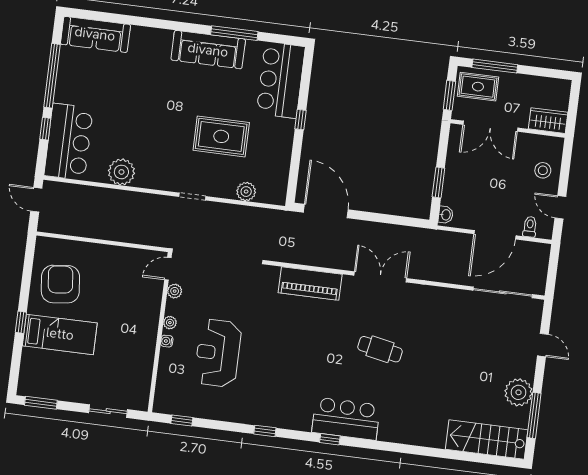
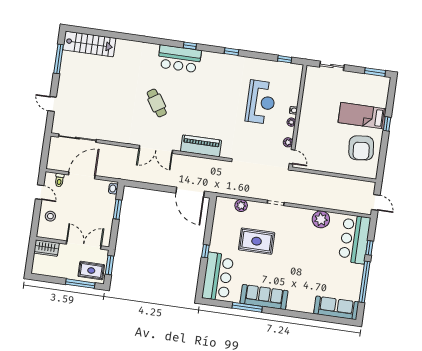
door: (168, 269) -> (292, 157), hinge flipped
cafe table: (380, 349) -> (157, 103), turned 46
plant: (518, 392) -> (68, 74), removed

